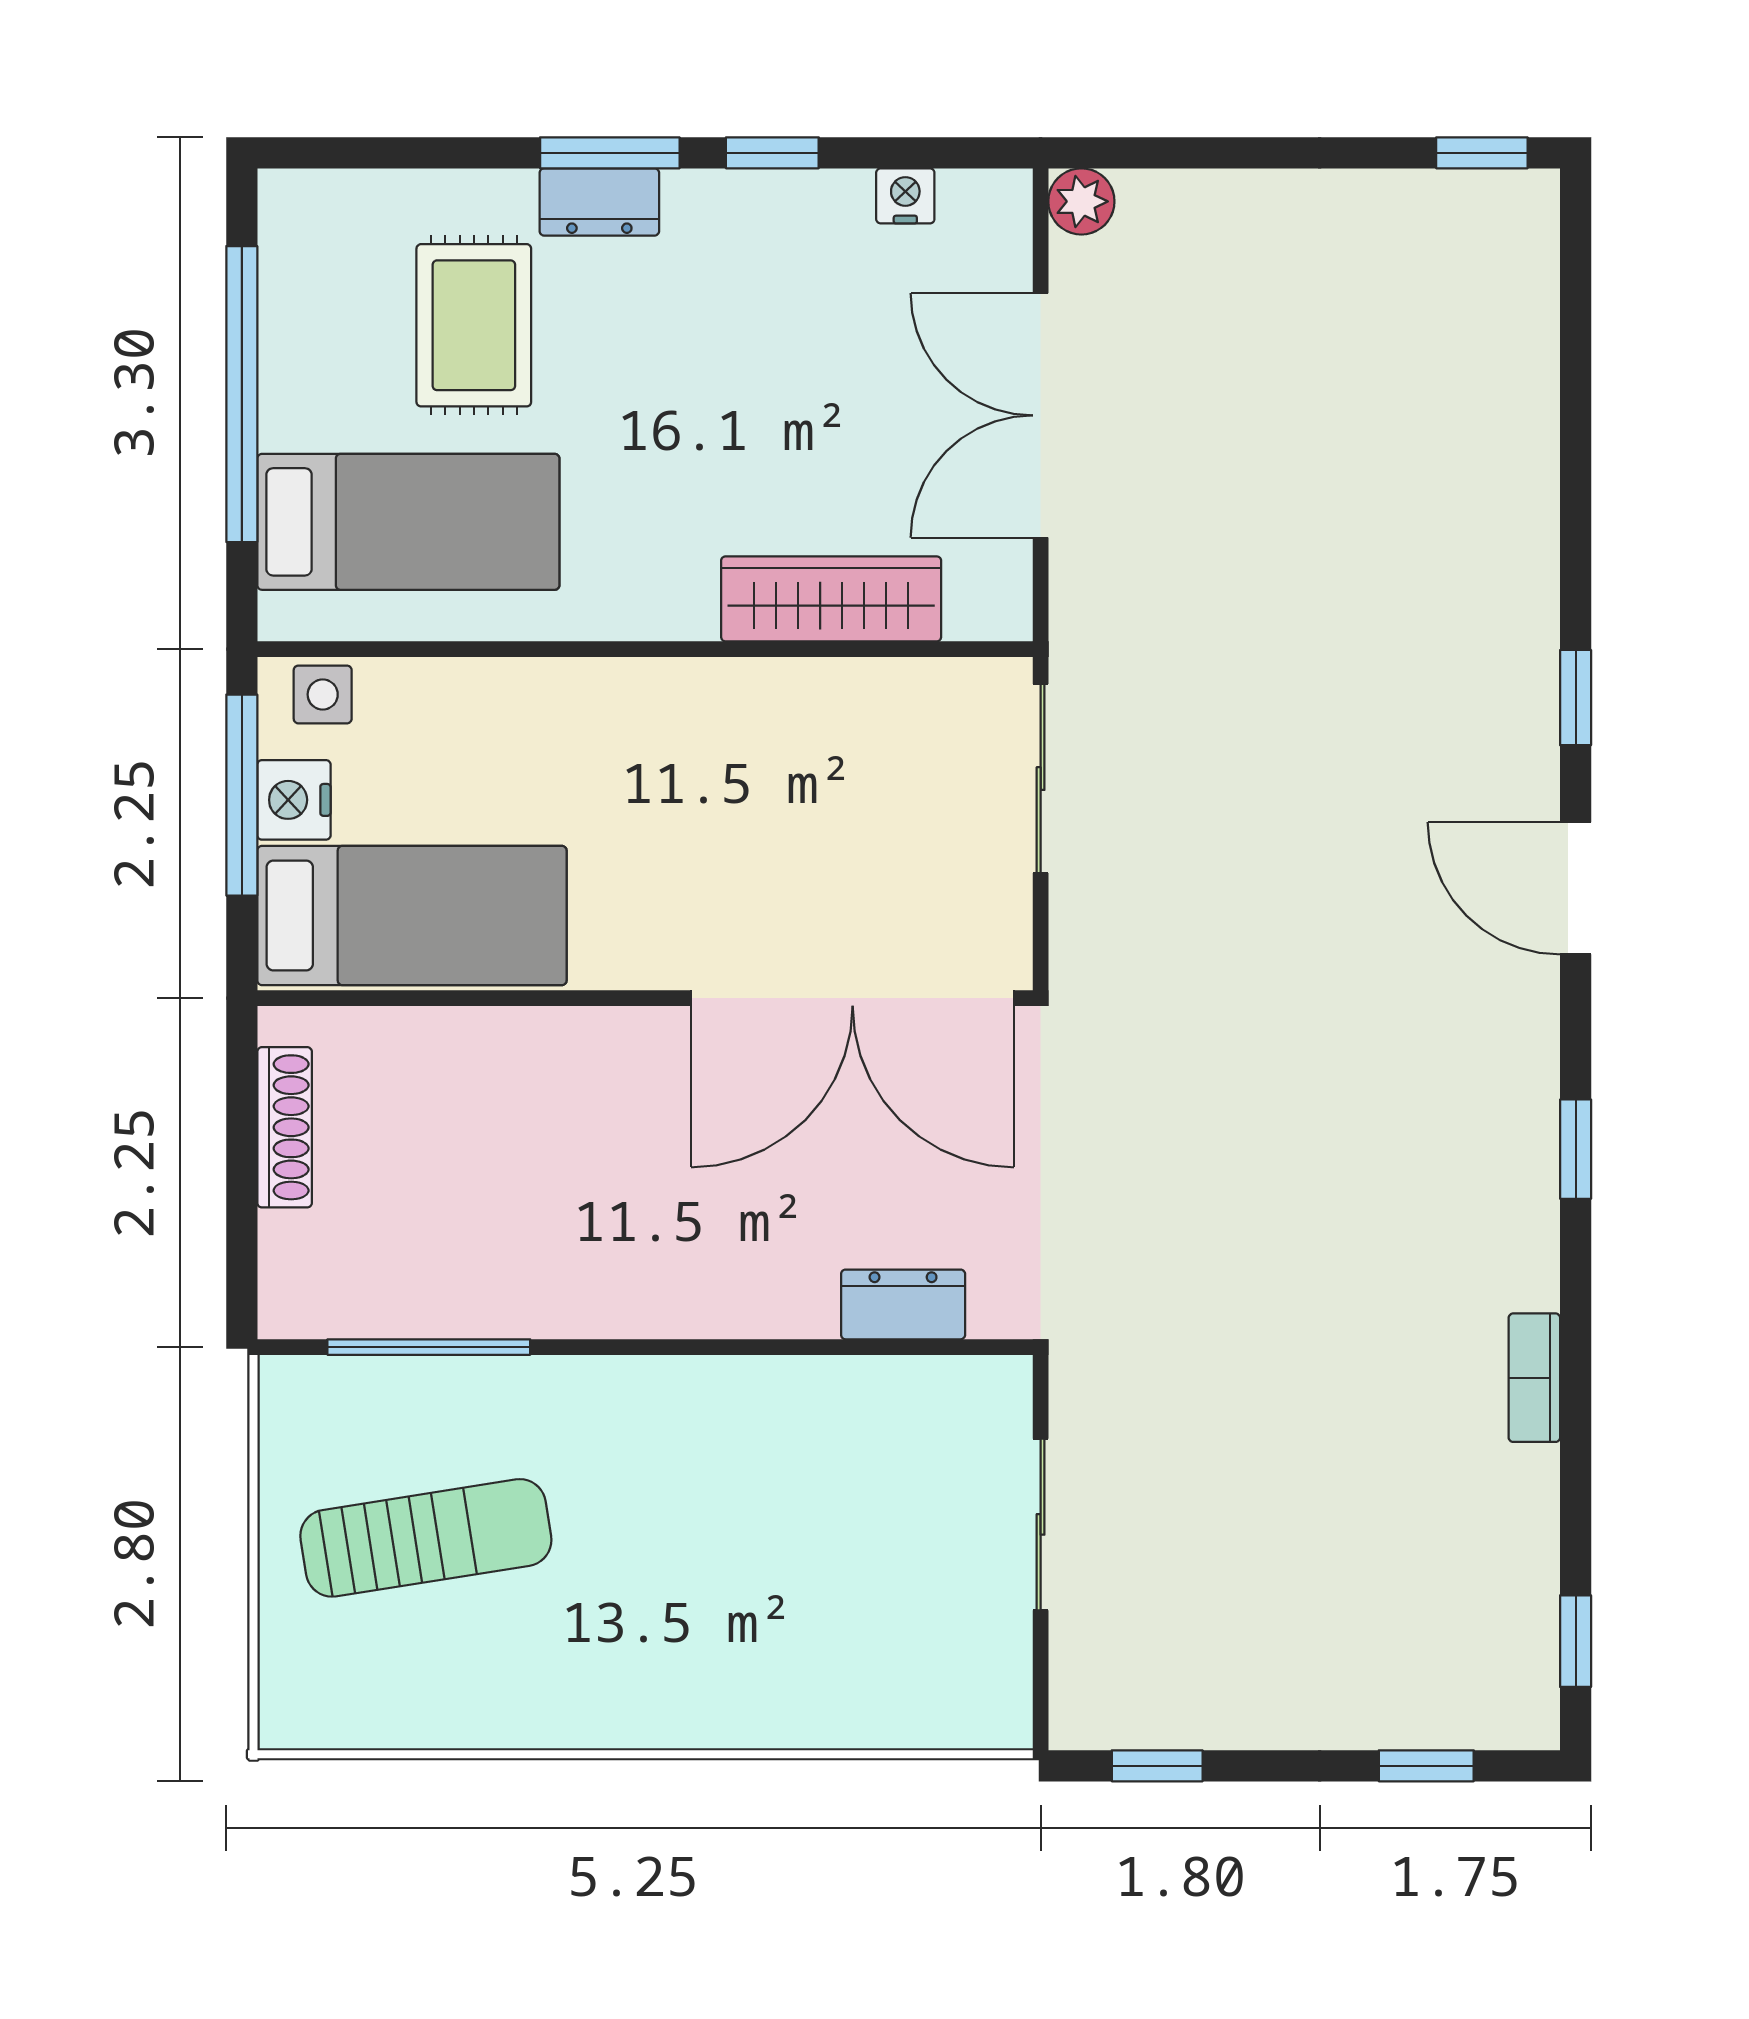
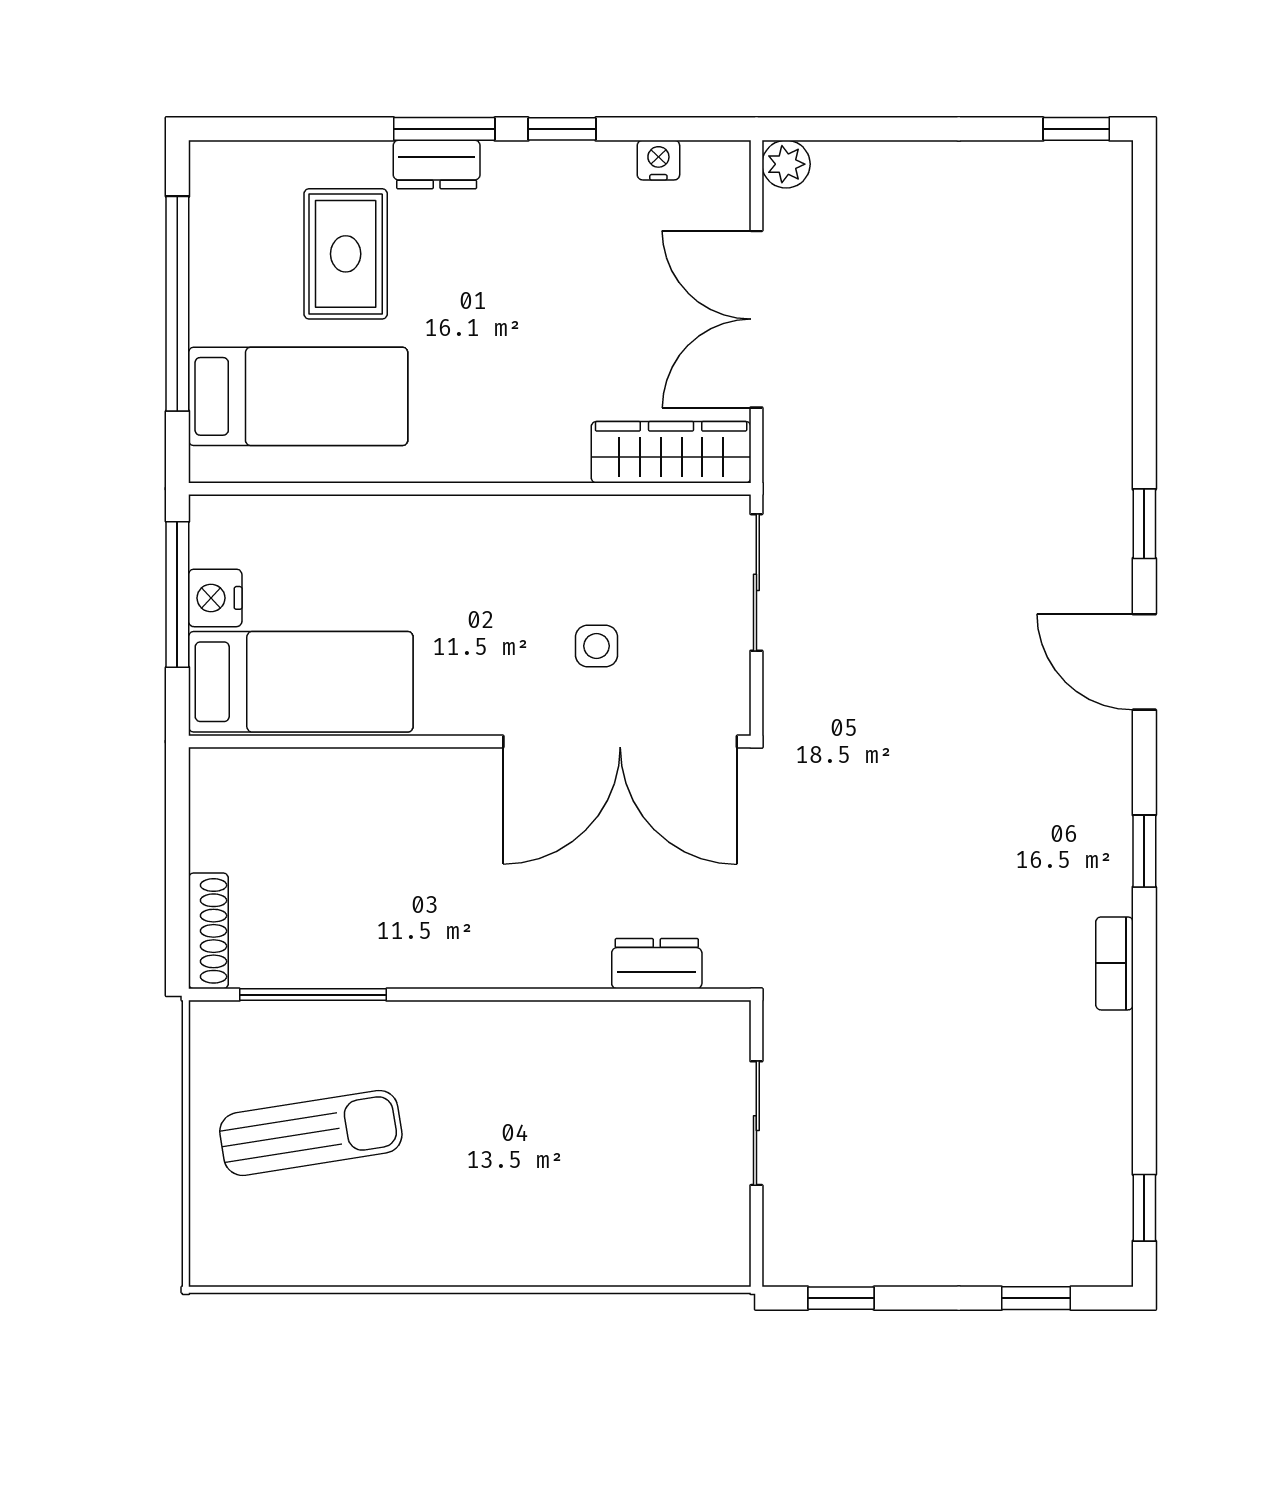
wardrobe: (831, 599) -> (671, 452), moved
side table: (323, 694) -> (596, 646), moved
shoe rack: (285, 1127) -> (208, 931), moved
bookcase: (1534, 1378) -> (1114, 963), moved

